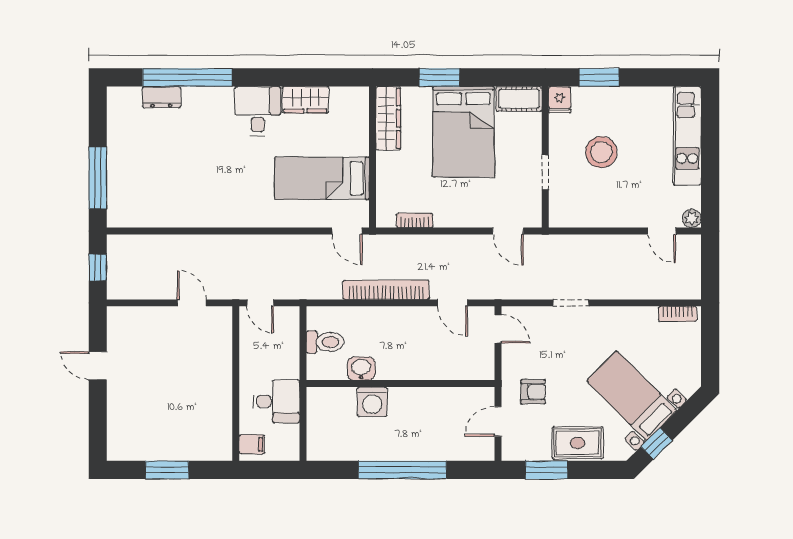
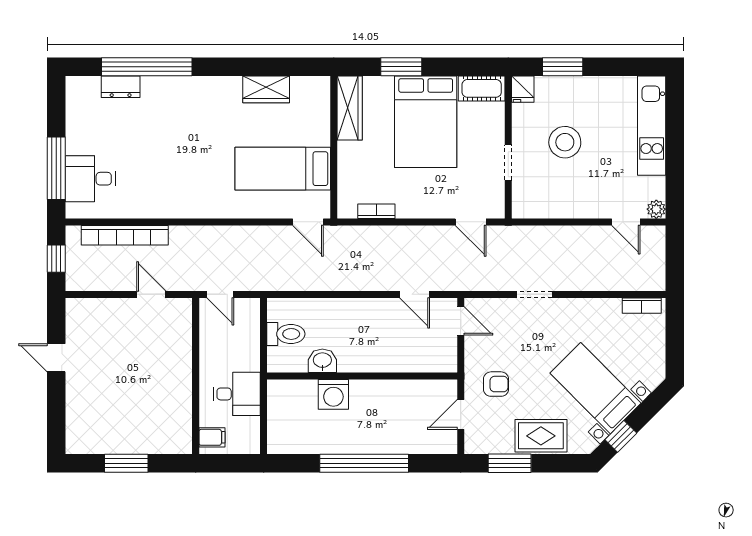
desk: (258, 111) -> (90, 179), moved, turned -90
bookcase: (386, 290) -> (125, 235), moved, turned 180

